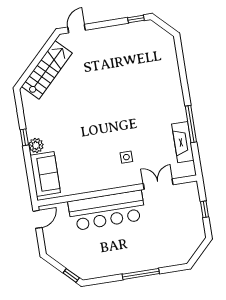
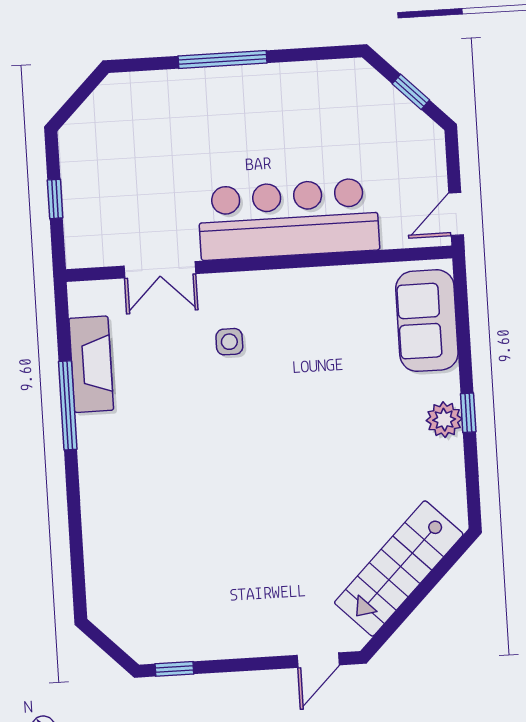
plant: (36, 145) -> (444, 420), moved
window: (71, 275) -> (411, 92), moved

